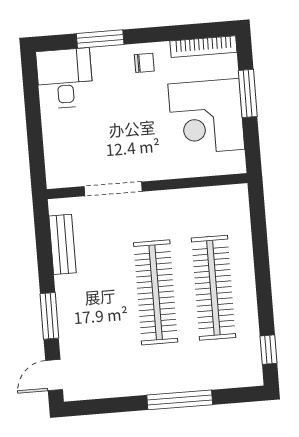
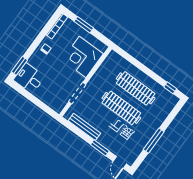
window: (100, 39) -> (19, 66), moved
corner desk: (206, 117) -> (83, 57), moved, turned 90
bench: (62, 244) -> (84, 127), width x1.36
window: (180, 400) -> (154, 141), moved

